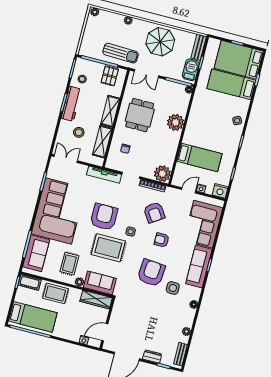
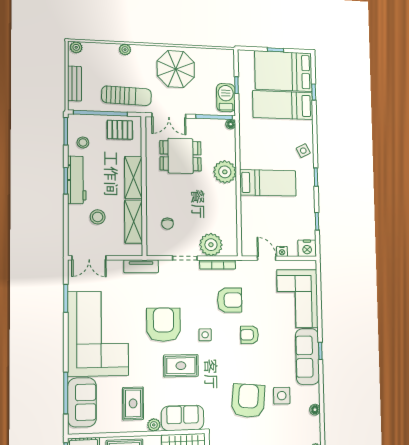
bench: (199, 47) -> (74, 83), moved
pallet: (110, 76) -> (120, 130), turned 90
dining table: (140, 115) -> (181, 156), moved, turned 90
bed: (199, 157) -> (268, 183), moved
double door: (66, 159) -> (89, 258), swing flipped
plant: (162, 174) -> (211, 245), moved
tv unit: (104, 175) -> (141, 266), width x0.71
door: (189, 190) -> (267, 258), hinge flipped
armchair: (154, 212) -> (230, 300), turned -56
rug: (108, 248) -> (181, 366), width x0.73, depth x0.70
armchair: (151, 273) -> (248, 401), moved

